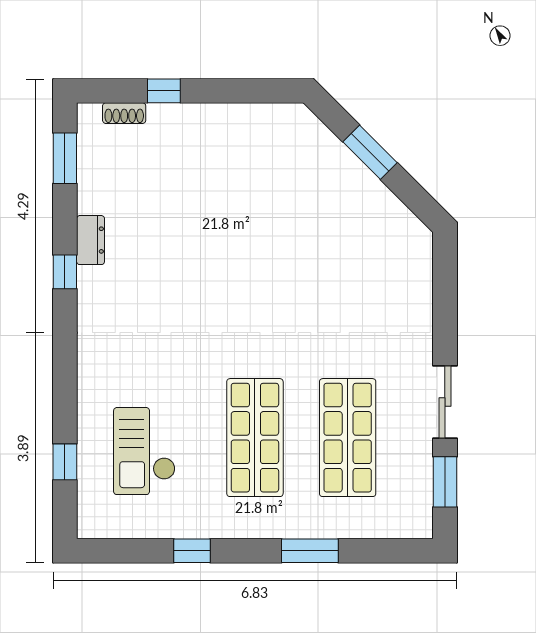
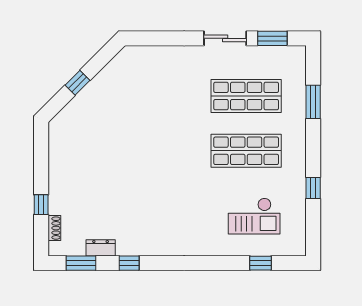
window: (370, 152) -> (78, 83), width x0.67
dresser: (91, 240) -> (101, 248), moved
window: (65, 272) -> (129, 263), moved
window: (310, 551) -> (313, 102), moved

